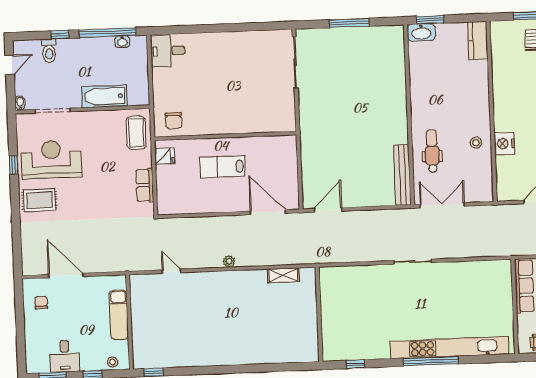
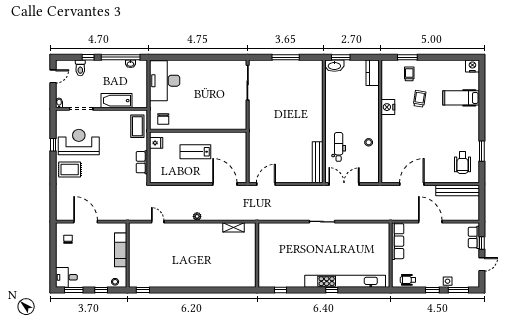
desk: (168, 51) -> (165, 81), width x1.87, depth x1.30
nightstand: (504, 144) -> (388, 107), moved
desk: (65, 356) -> (66, 277), moved, turned 90
window: (431, 361) -> (332, 290), width x0.32

